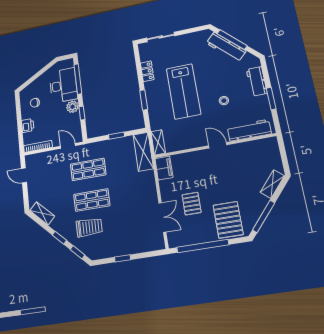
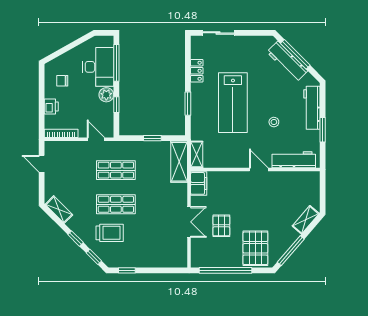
workbench: (257, 81) -> (312, 108), width x1.38
double door: (162, 217) -> (189, 222), moved
window: (123, 258) -> (127, 270), moved

